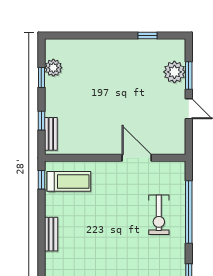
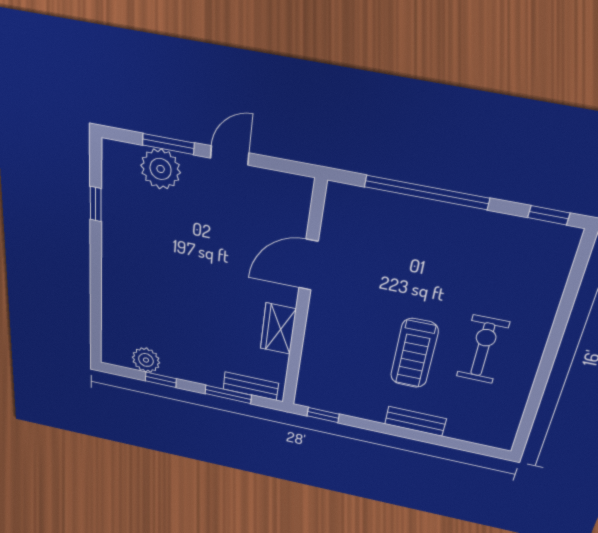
window: (41, 121) -> (228, 394), width x1.50
wardrobe: (94, 146) -> (278, 329), added
treadmill: (69, 181) -> (414, 353), moved, turned 180
exercise bike: (159, 215) -> (483, 349), moved, turned -90

